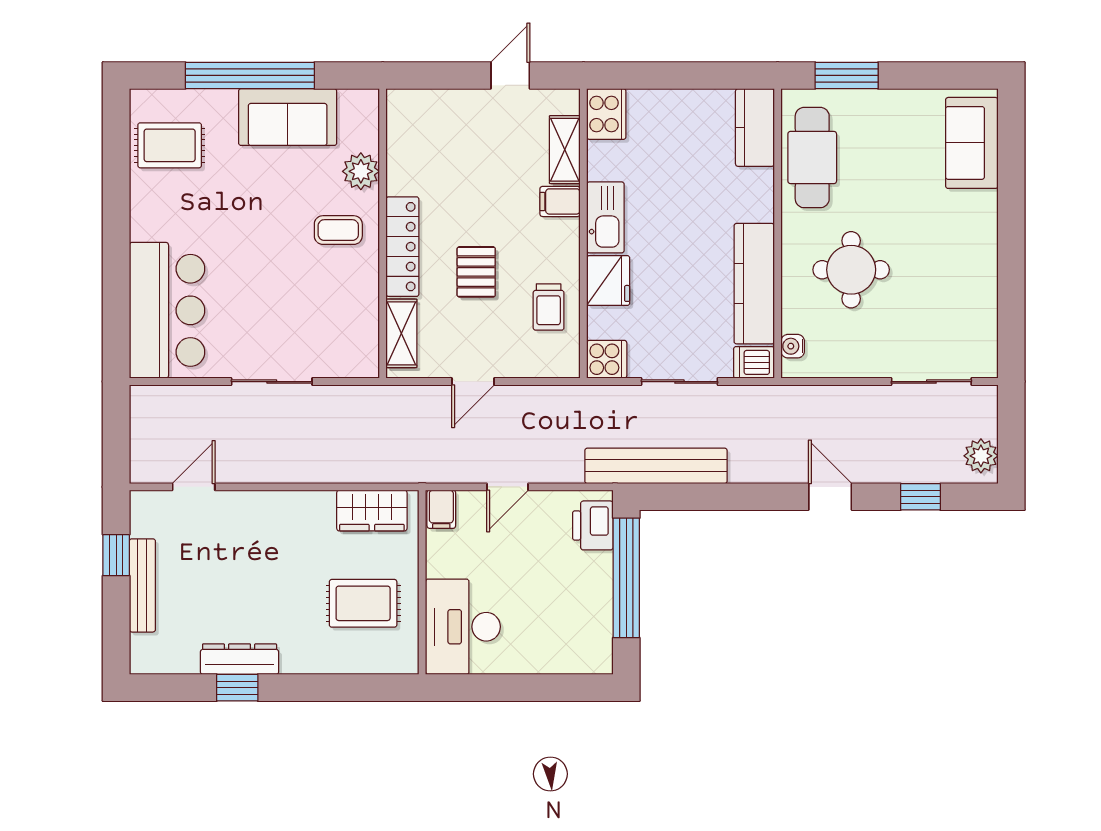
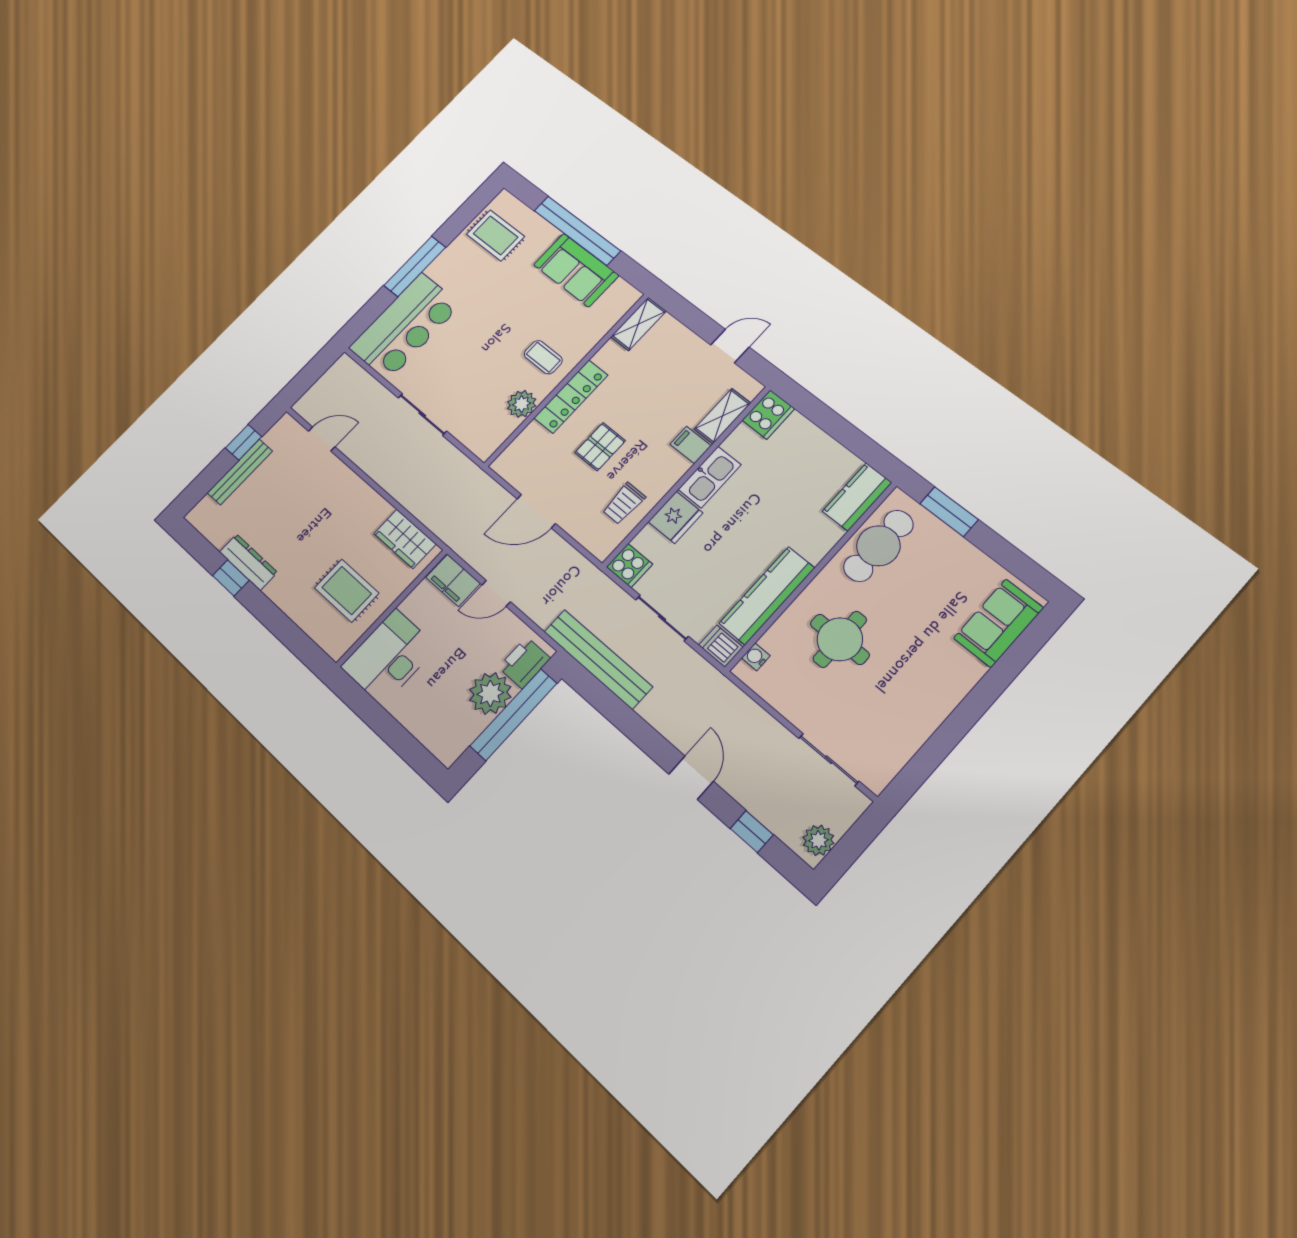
plant: (361, 171) -> (522, 404), moved
window: (116, 242) -> (415, 266), added
shelving: (401, 333) -> (638, 324), moved
door: (473, 382) -> (536, 511), width x1.38
filing cabinet: (441, 509) -> (453, 580), width x2.00
plant: (588, 578) -> (490, 693), added

